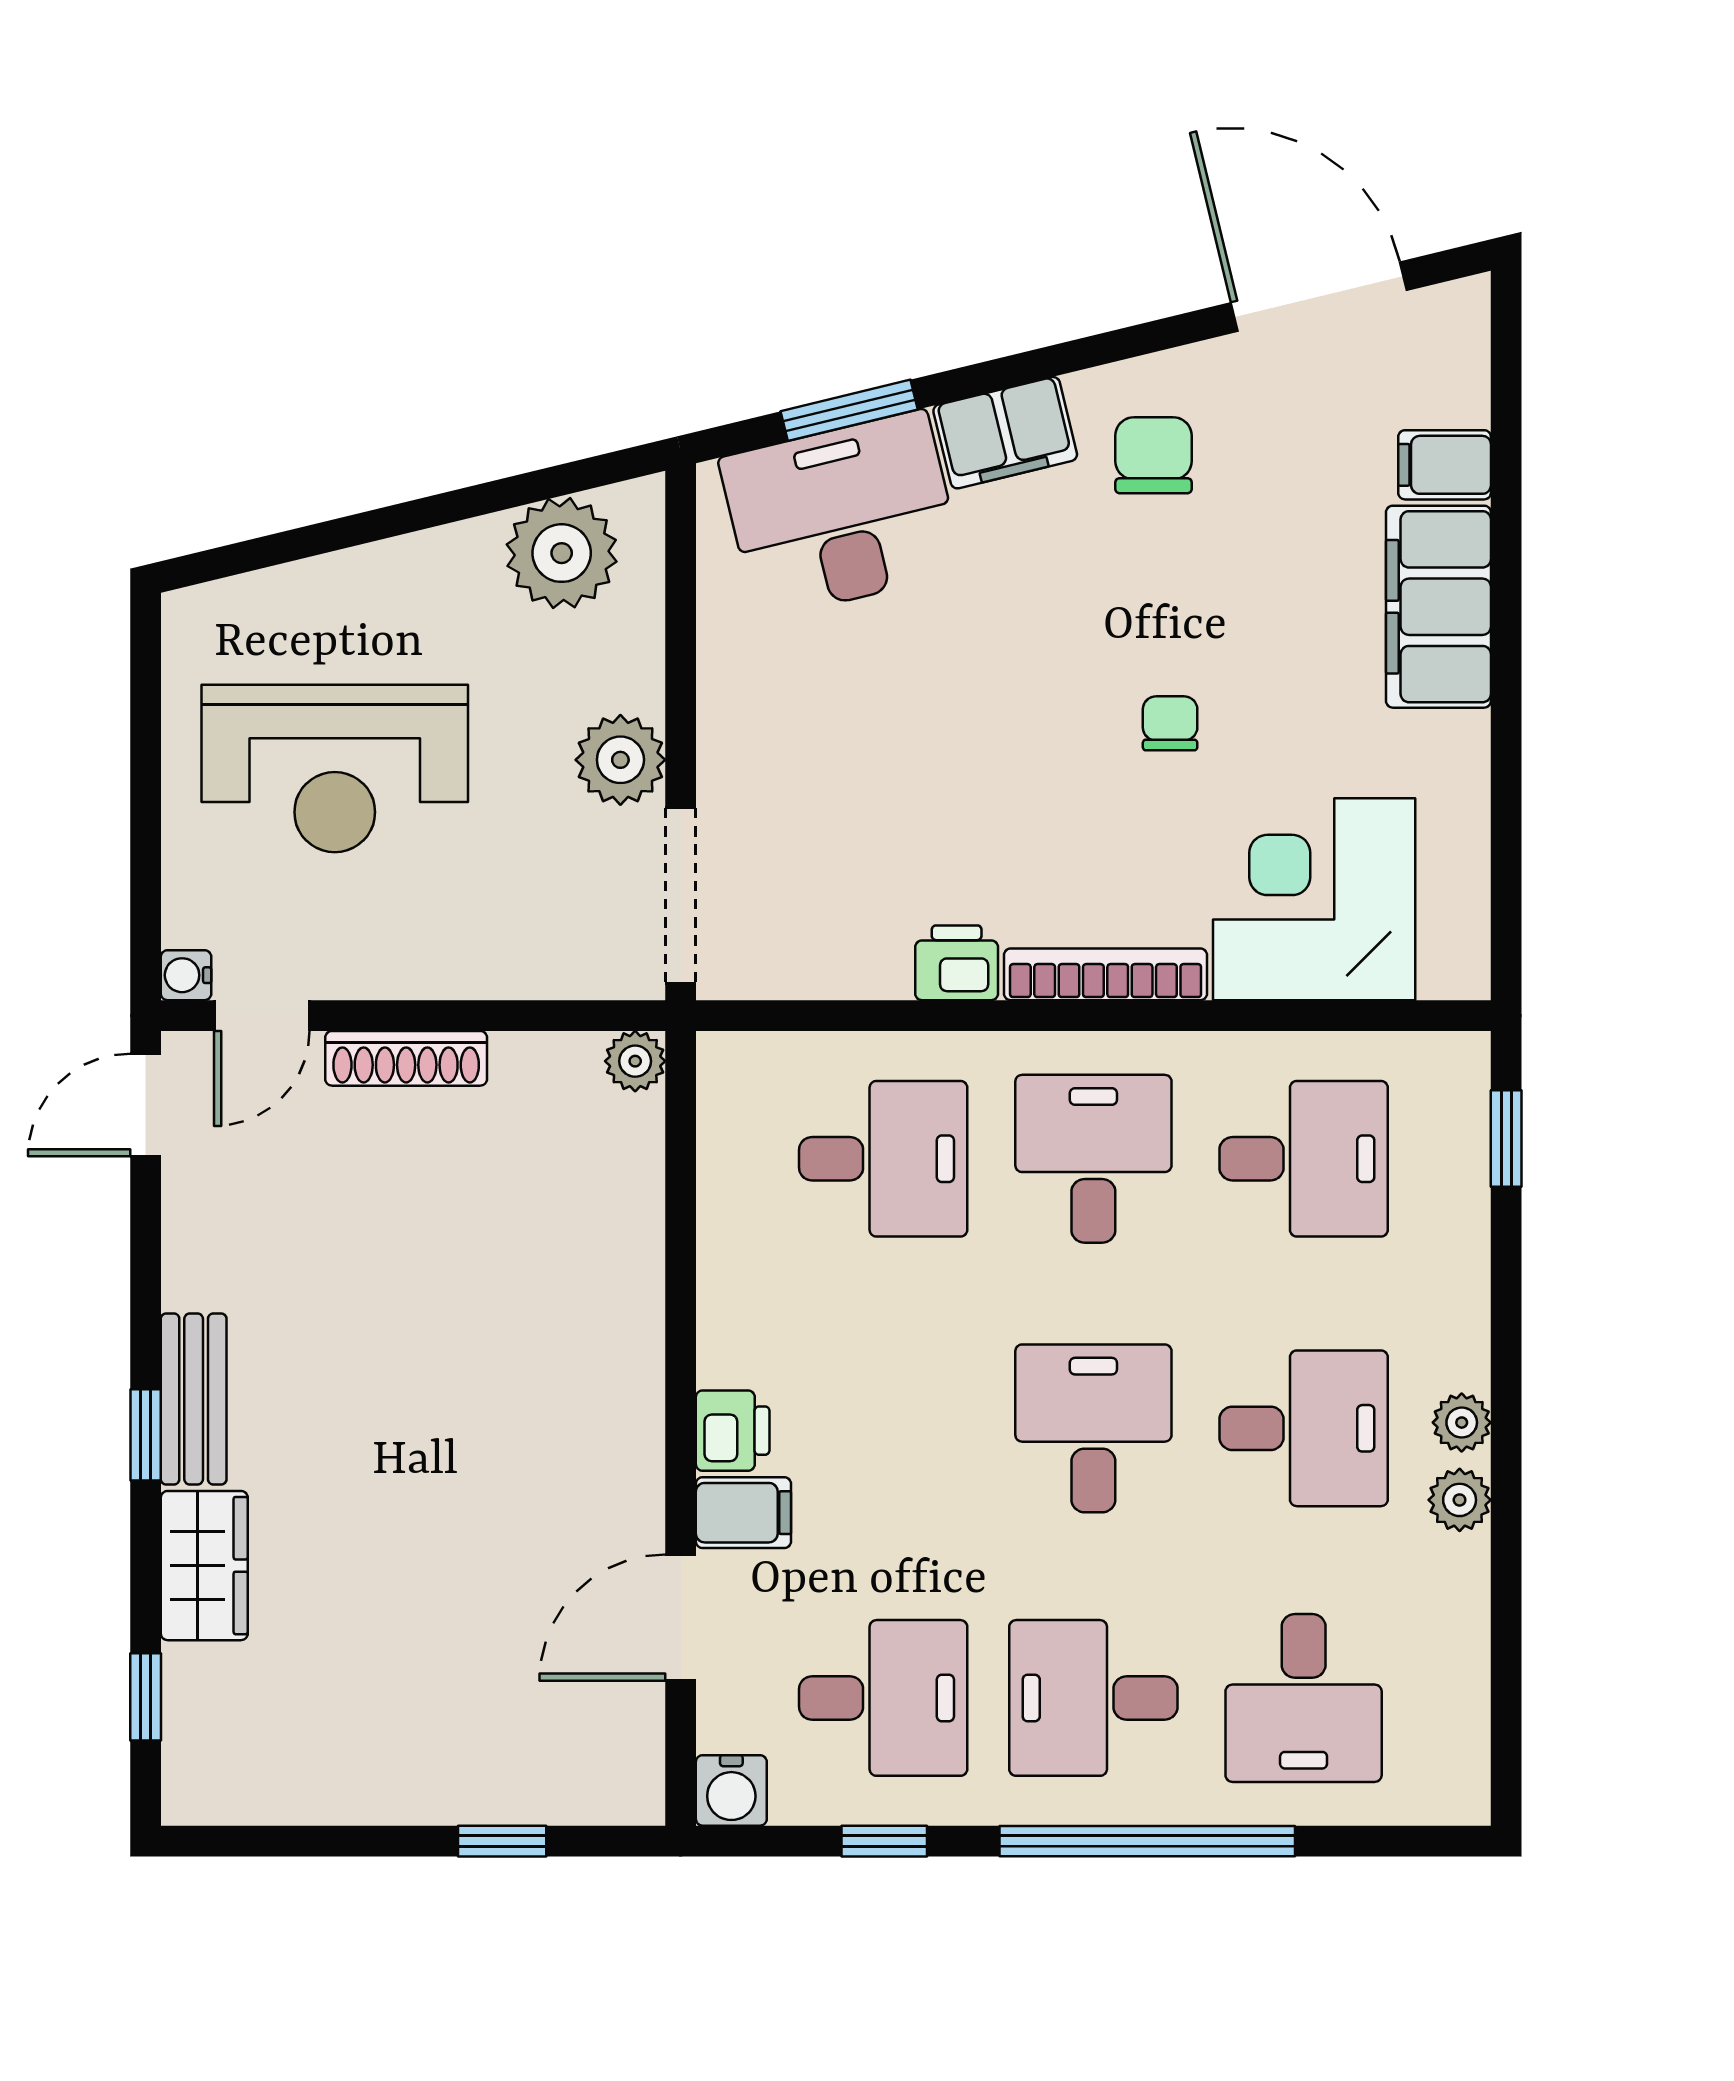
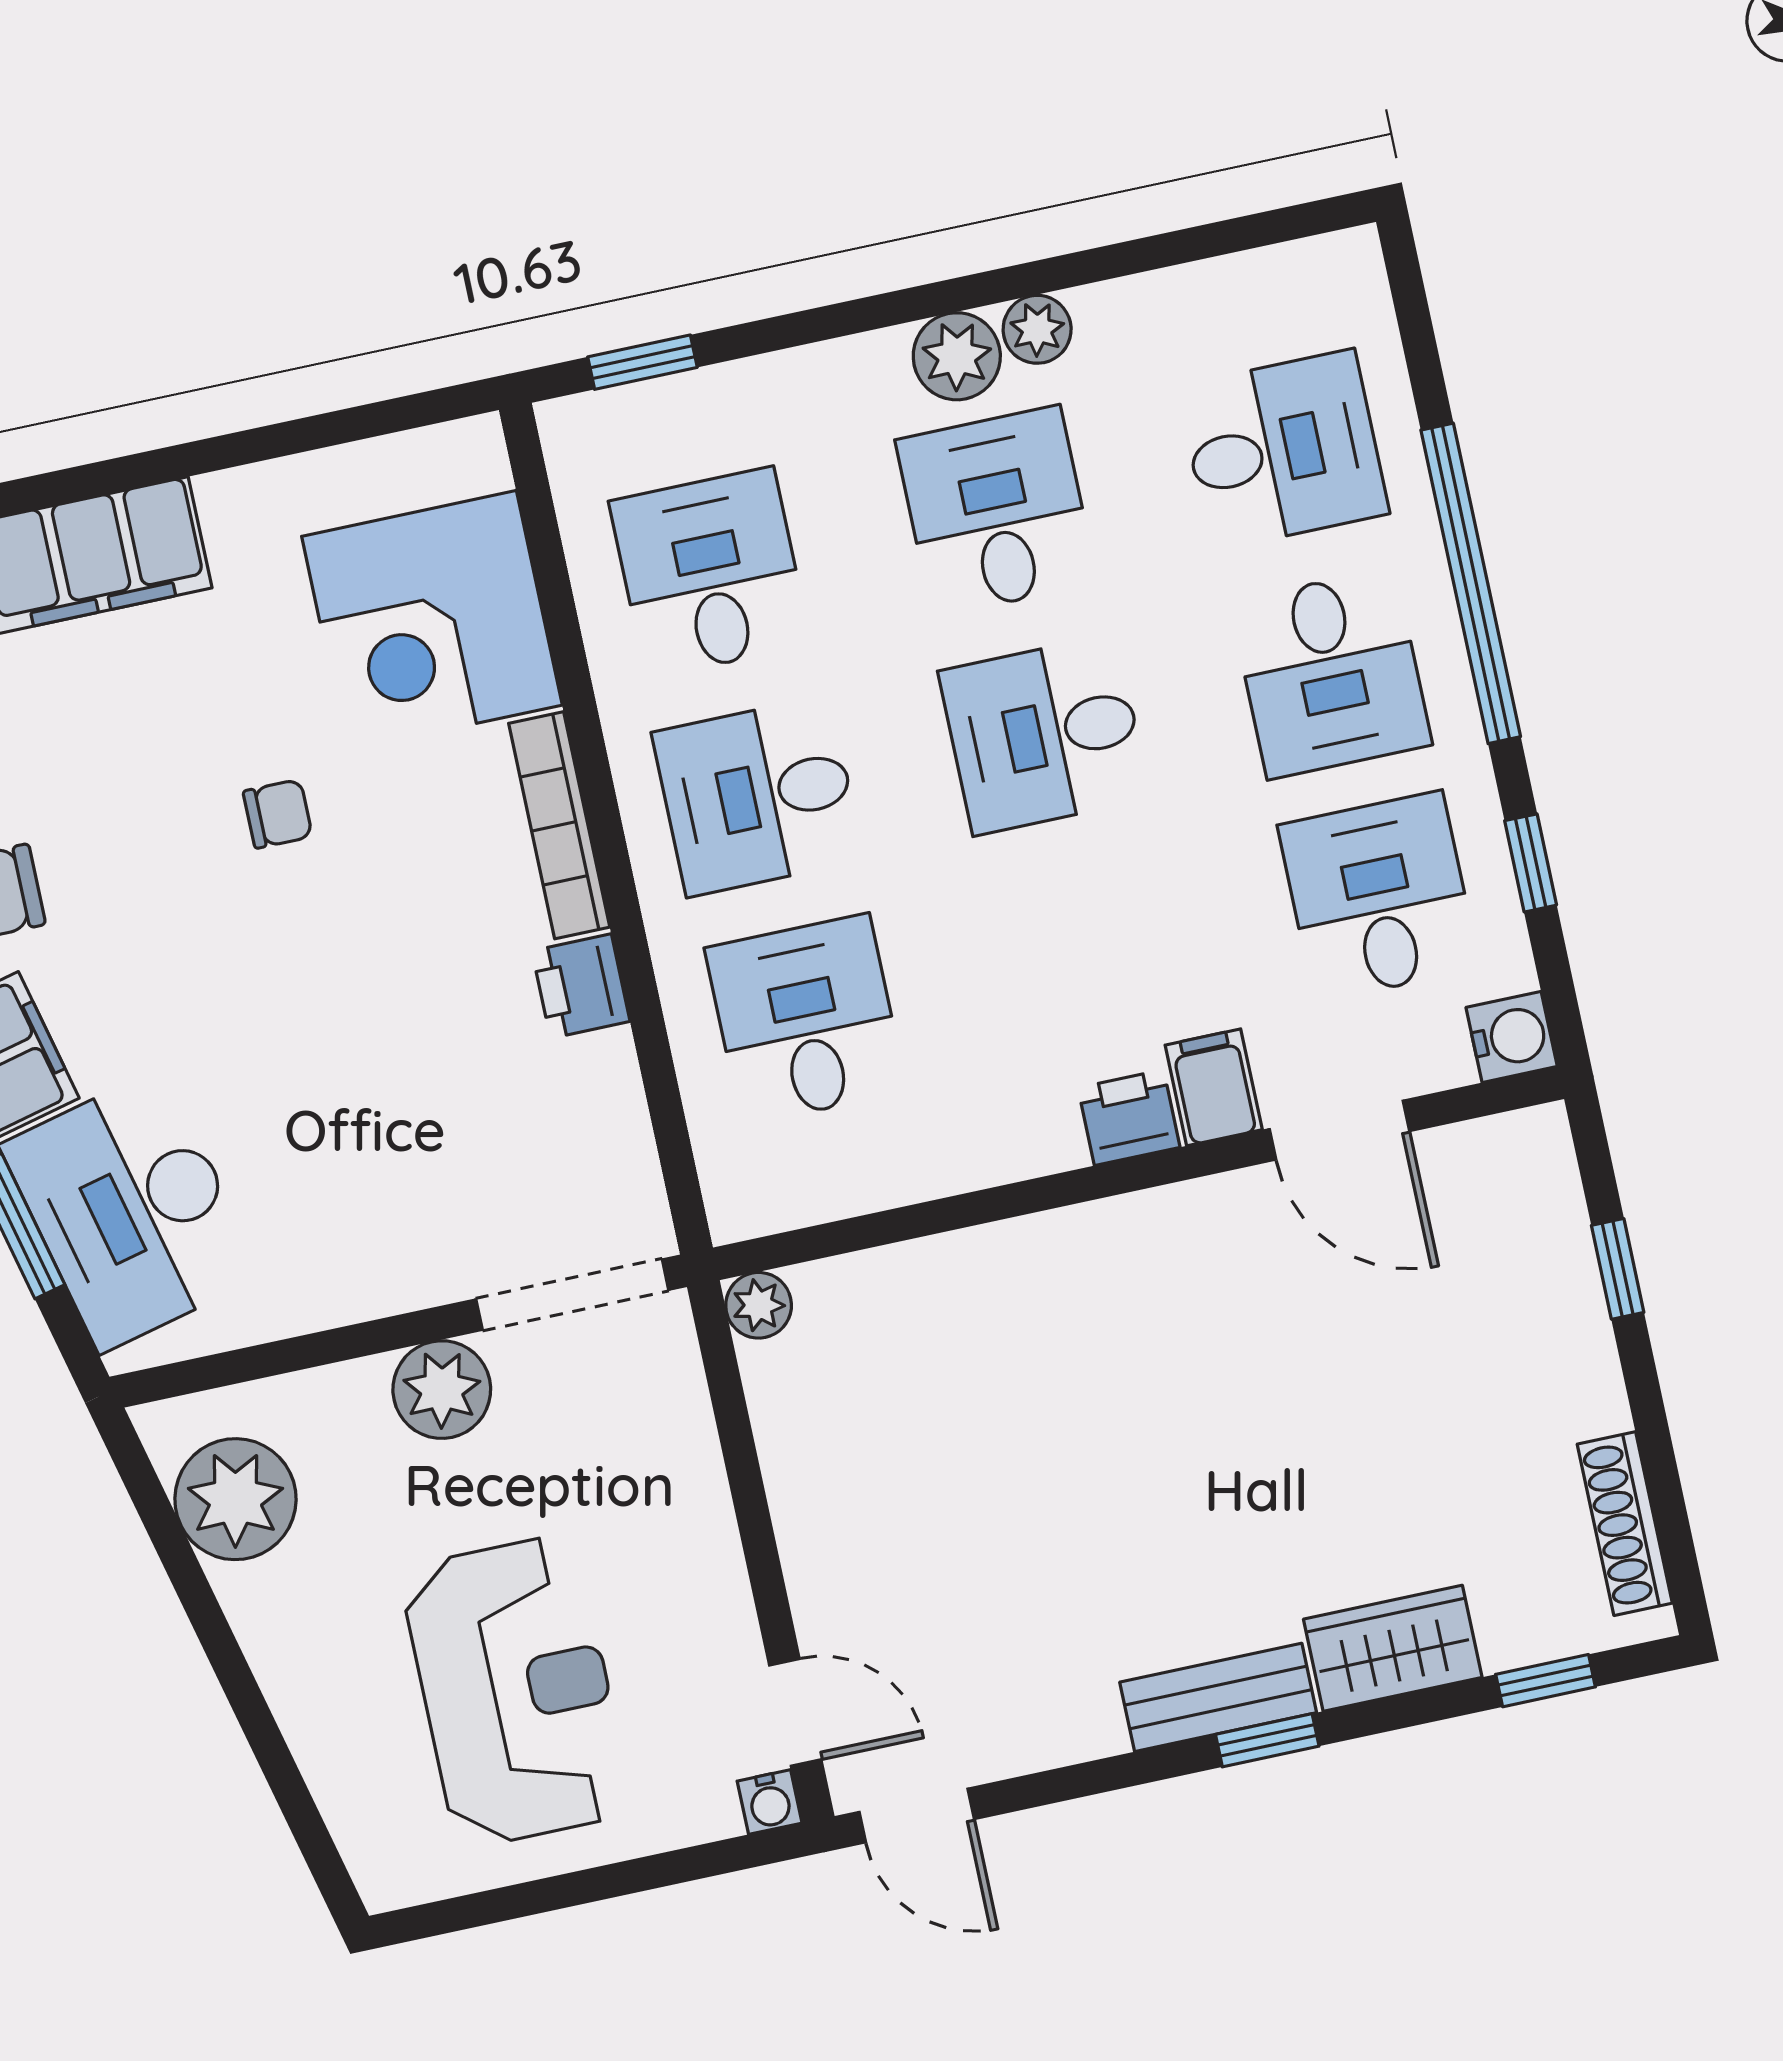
chair: (1170, 723) -> (278, 814), turned 180
shoe rack: (406, 1058) -> (1625, 1524), moved, turned 180
plant: (1462, 1423) -> (957, 356), width x1.38, depth x1.38

